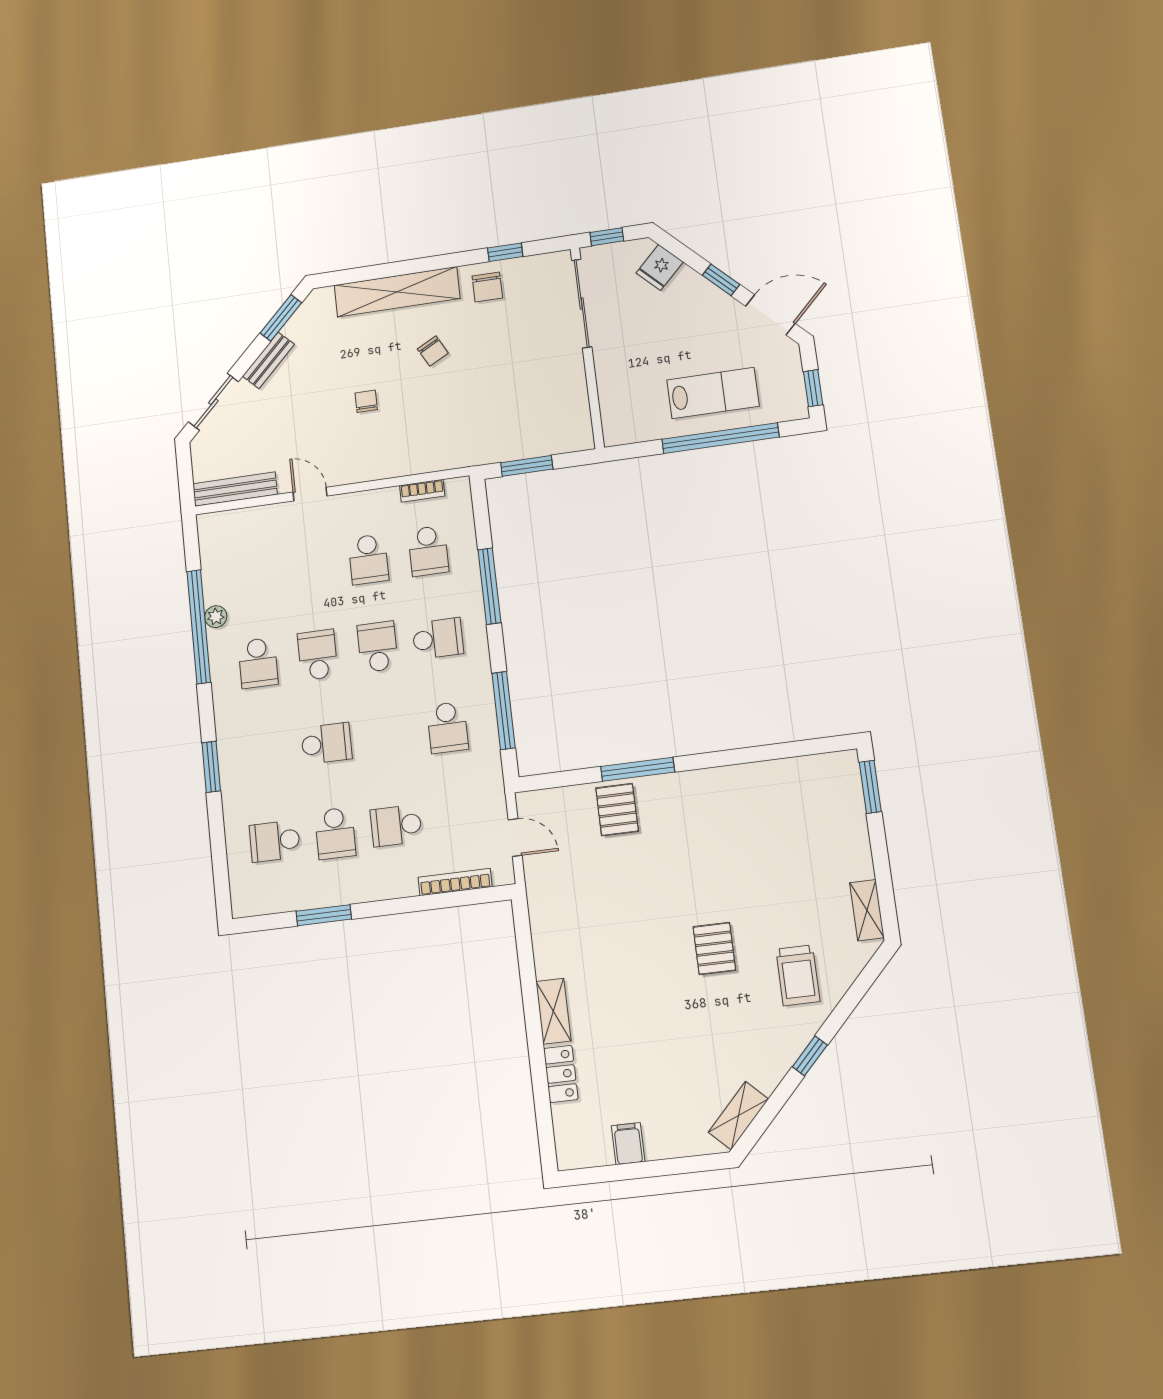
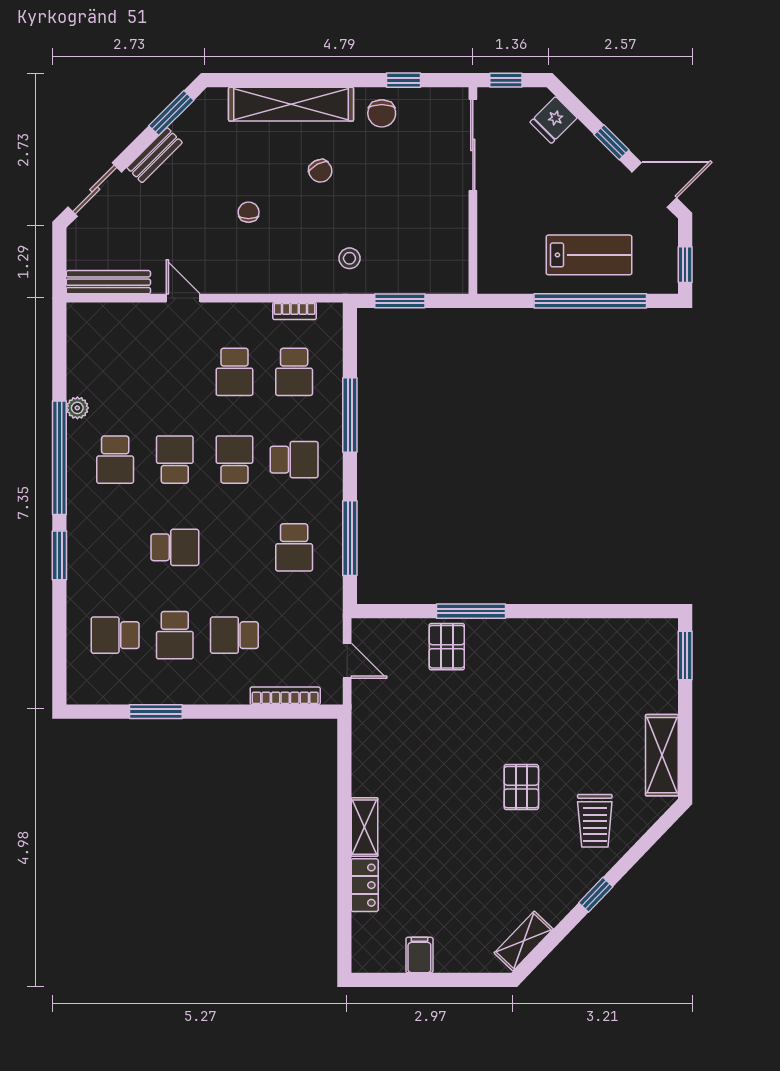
stool: (471, 431) -> (349, 258), added
window: (199, 627) -> (59, 458), moved
shelving: (867, 910) -> (662, 755), width x1.50, depth x1.33

